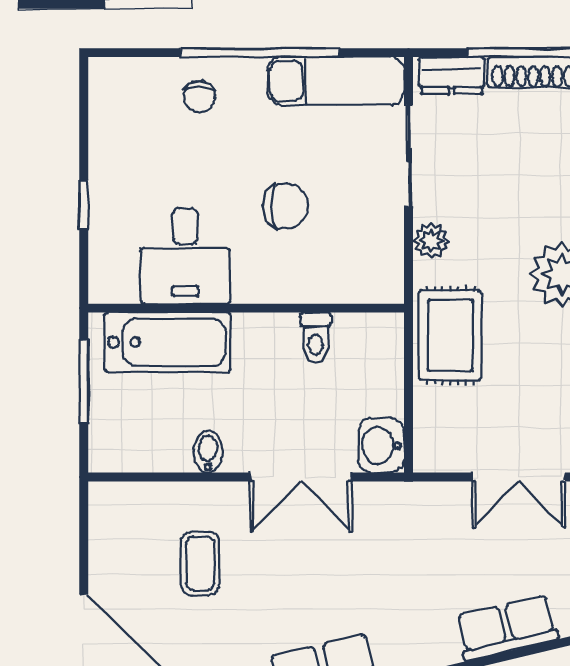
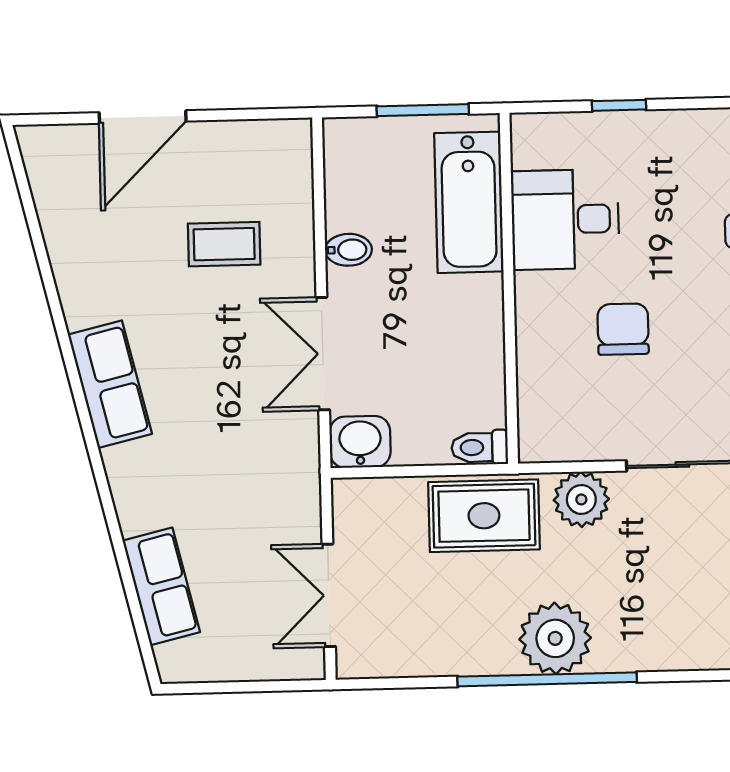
chair: (285, 206) -> (623, 329), turned 180
plant: (431, 241) -> (581, 499), width x1.38, depth x1.38
toilet: (316, 338) -> (480, 447), moved

